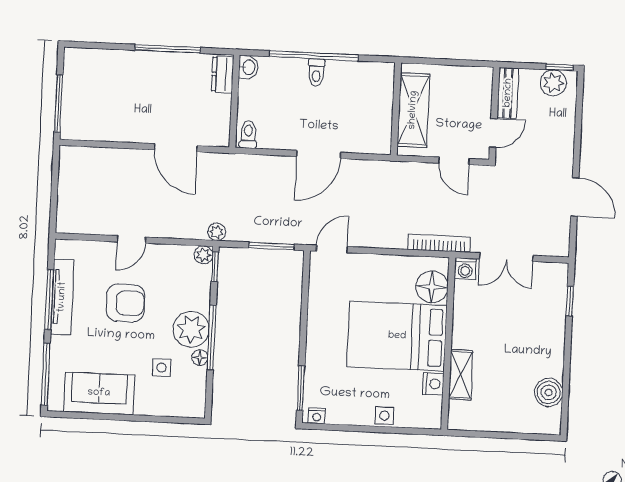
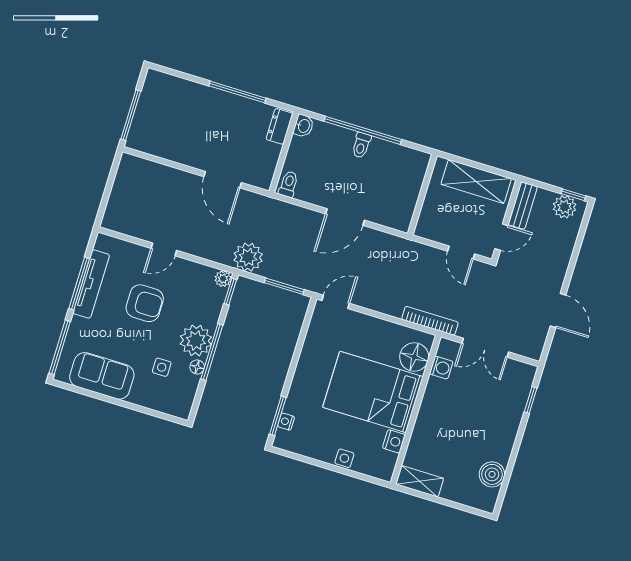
shelving: (413, 110) -> (476, 181), moved, turned 90
plant: (217, 232) -> (248, 257), width x1.88, depth x1.88
washing machine: (465, 269) -> (441, 368), moved, turned -90
shelving: (461, 375) -> (420, 481), moved, turned 90
nightstand: (317, 416) -> (286, 422), moved, turned 90

